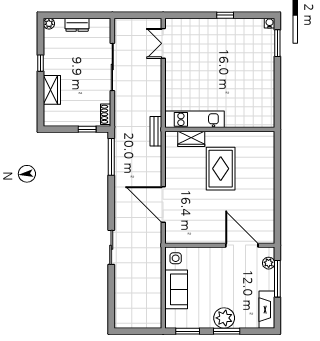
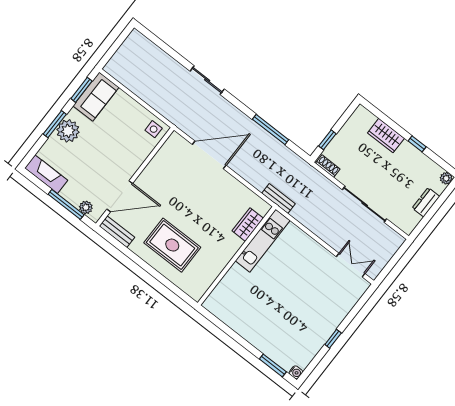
window: (111, 157) -> (271, 129), moved
rug: (221, 169) -> (172, 245), moved
bench: (269, 228) -> (117, 232), added
sofa: (176, 289) -> (96, 97), moved, turned -90

